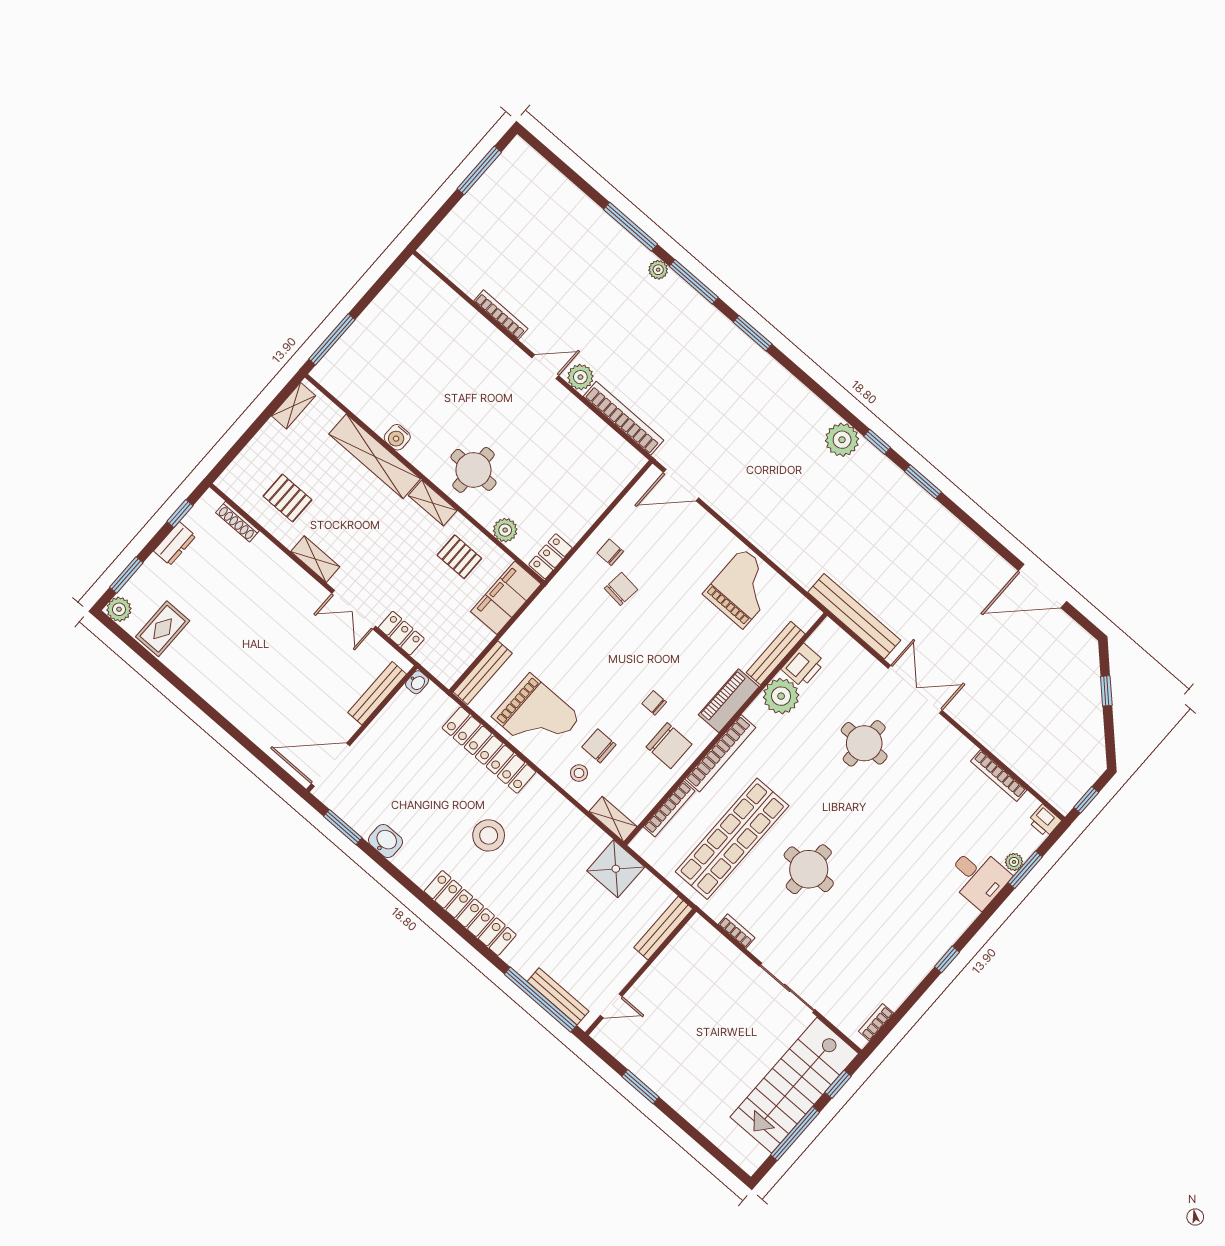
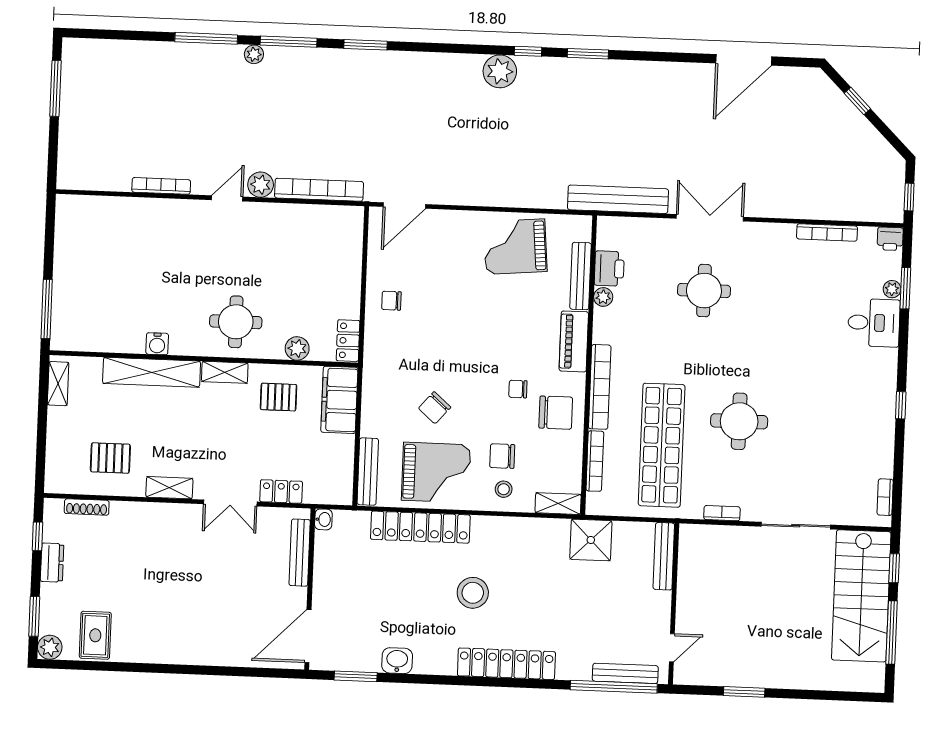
grand piano: (743, 588) -> (515, 247), turned -95
chair: (621, 589) -> (435, 408), moved, turned -145
plant: (781, 696) -> (603, 297), width x0.53, depth x0.53

